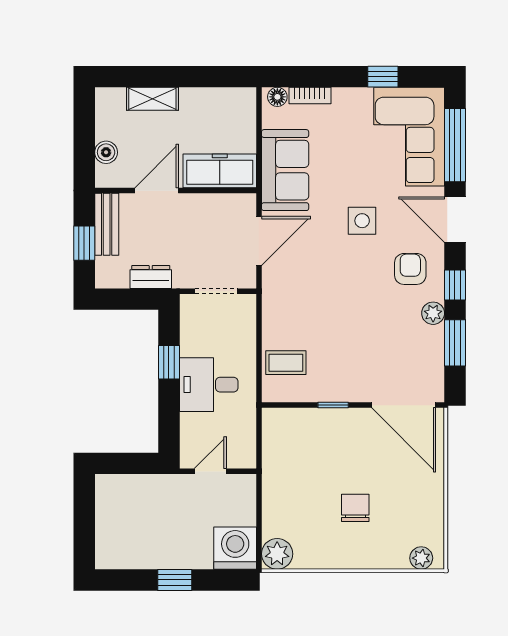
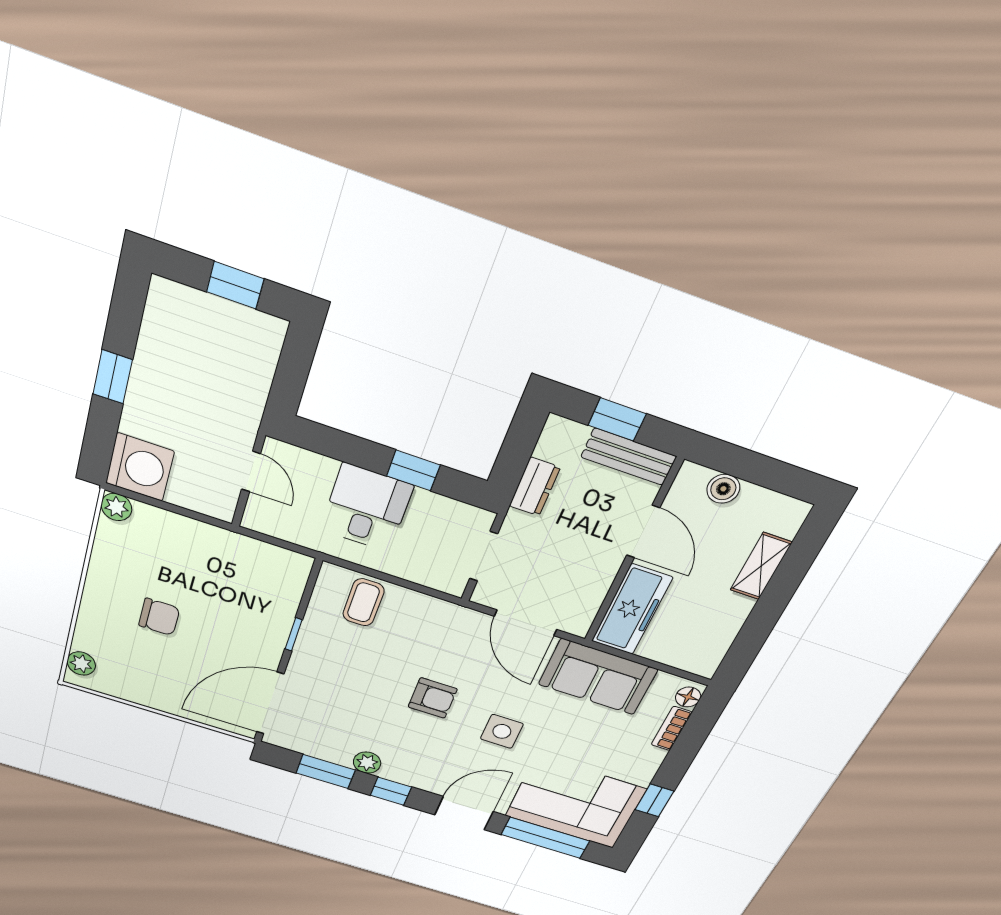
armchair: (410, 269) -> (433, 698), moved
window: (84, 515) -> (235, 285), added
plant: (277, 554) -> (116, 507), width x0.73, depth x0.73

